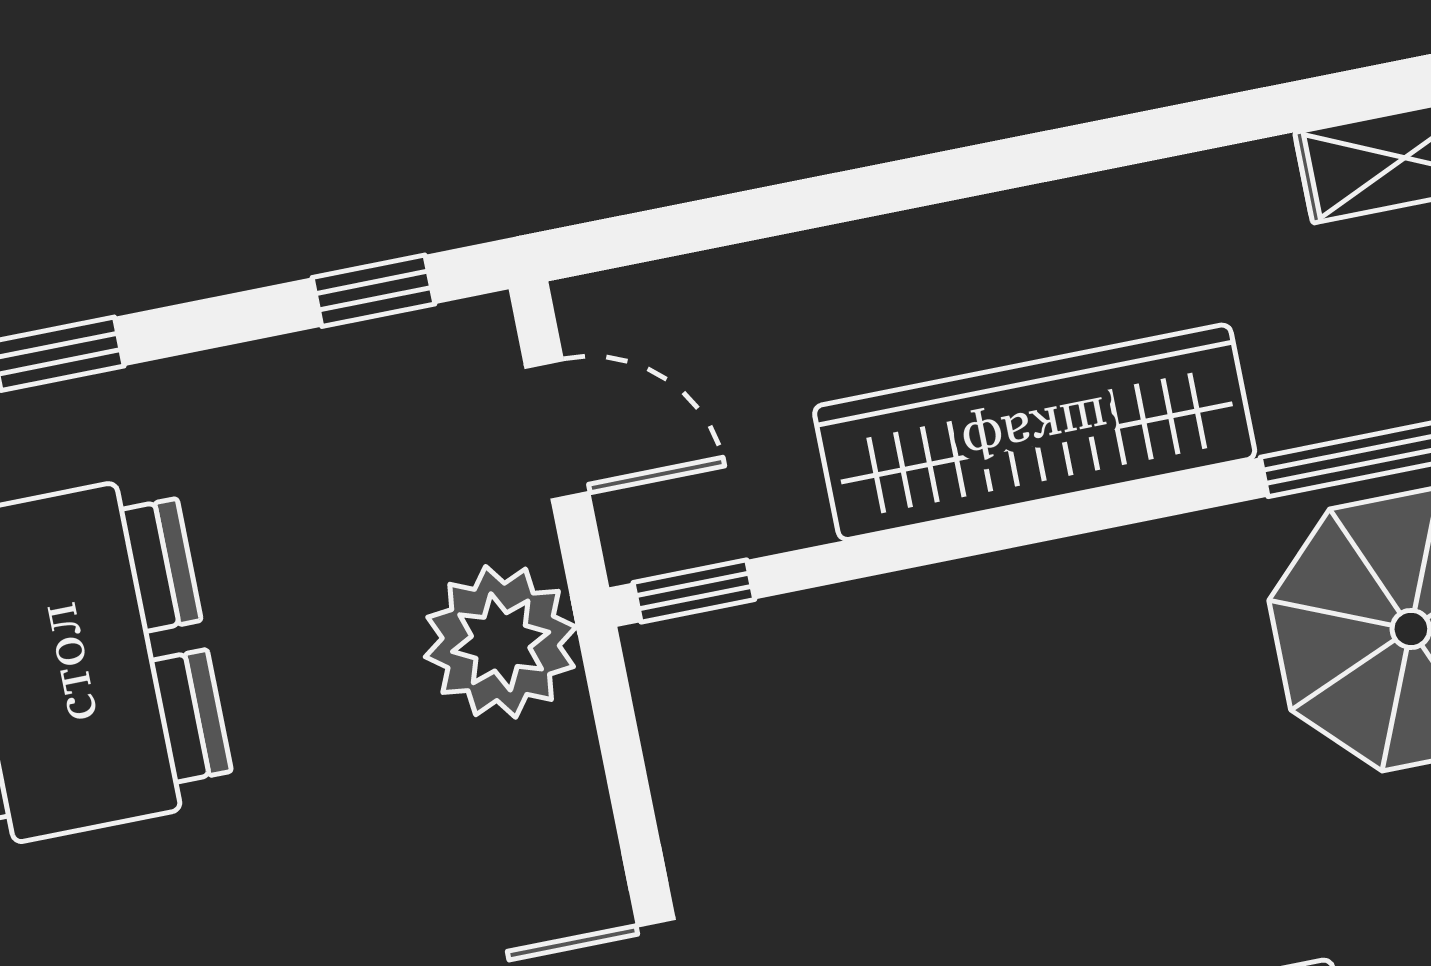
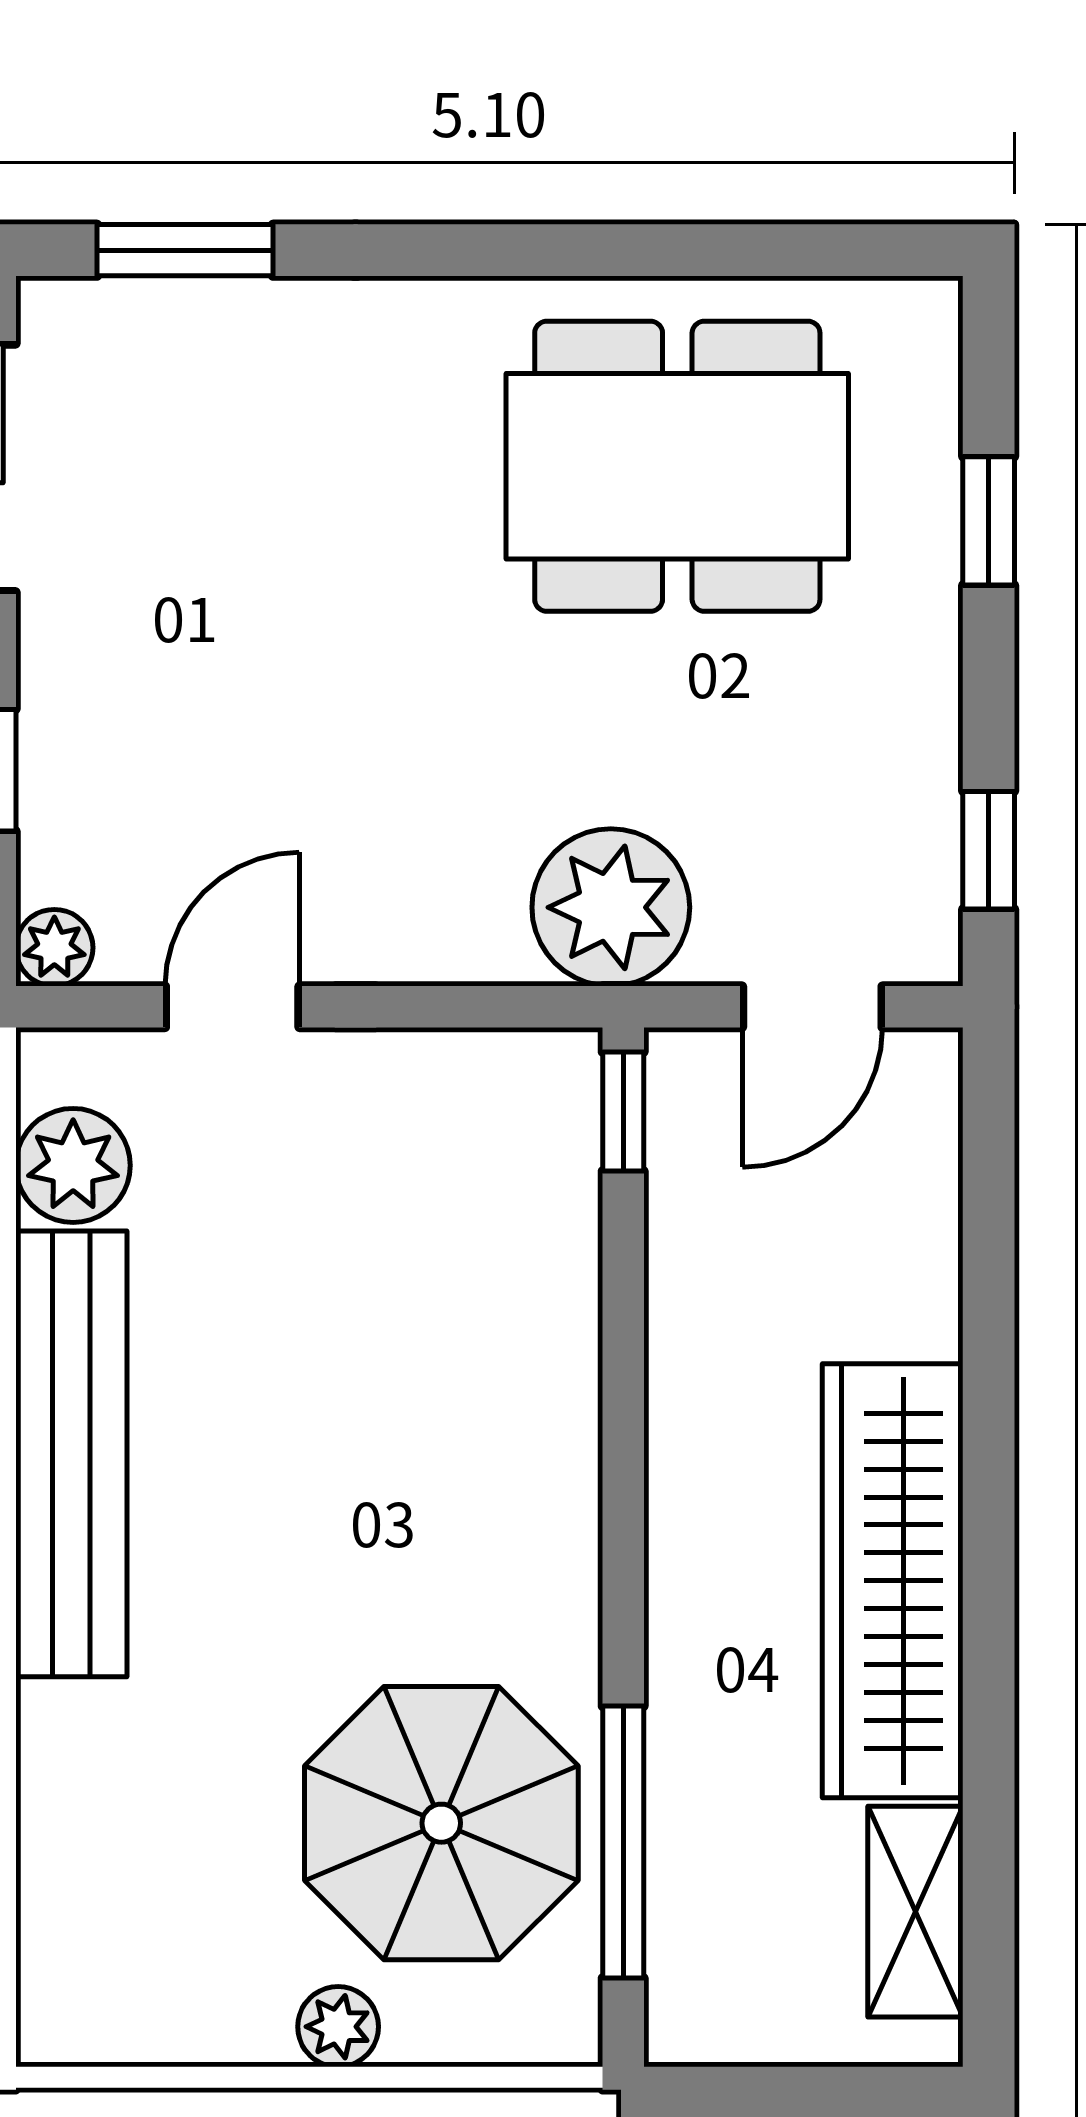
wardrobe: (1035, 432) -> (893, 1581), moved, turned 180

